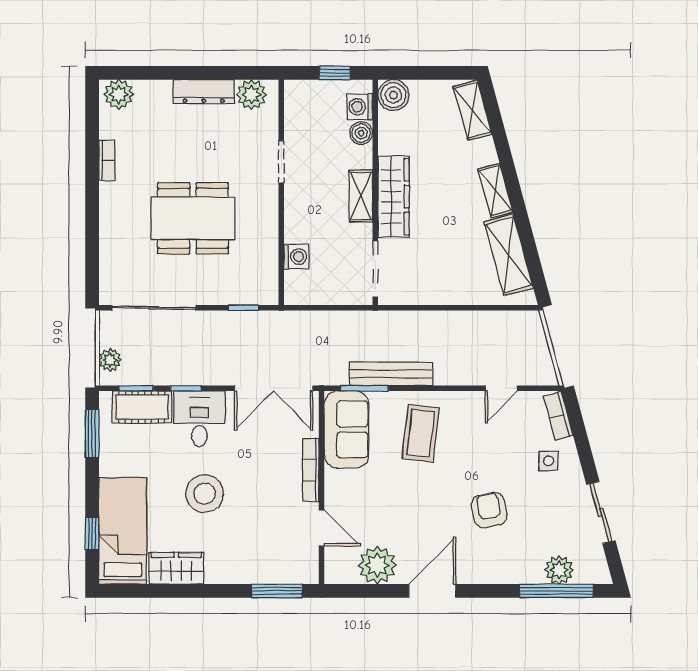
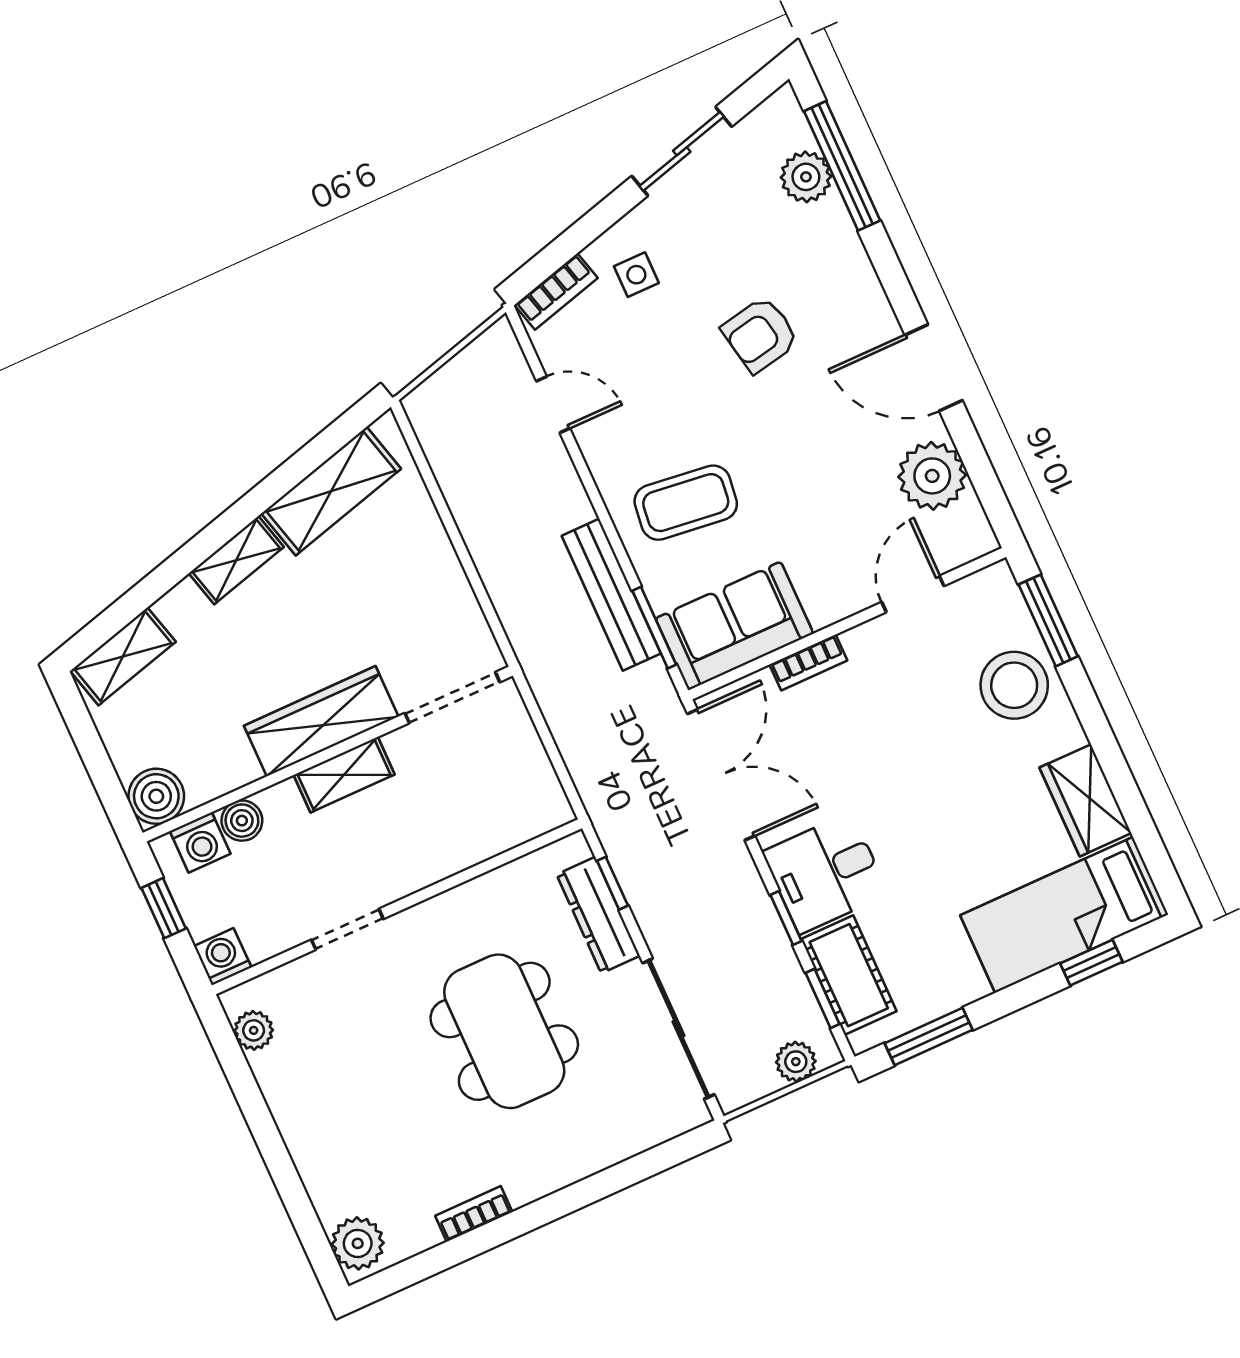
dresser: (204, 92) -> (598, 915), moved, turned 180
plant: (251, 95) -> (254, 1030), width x0.73, depth x0.73
washing machine: (296, 257) -> (223, 957), moved
bookcase: (311, 470) -> (808, 663), width x0.64
stool: (205, 494) -> (1014, 685), moved

